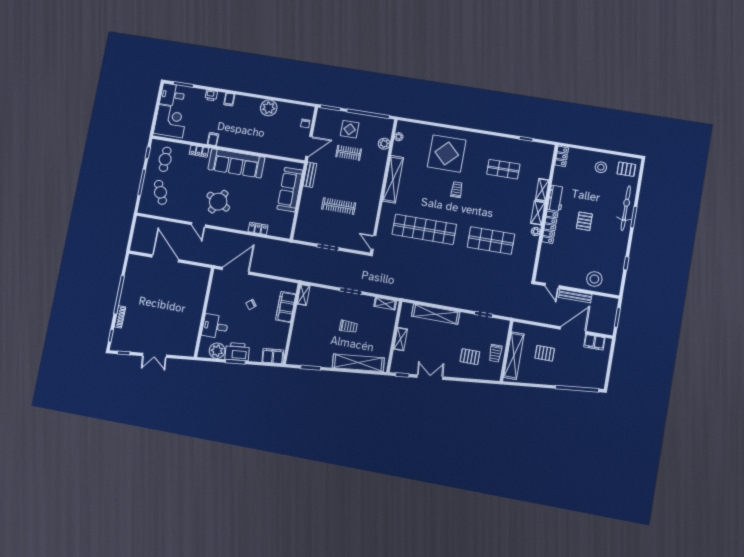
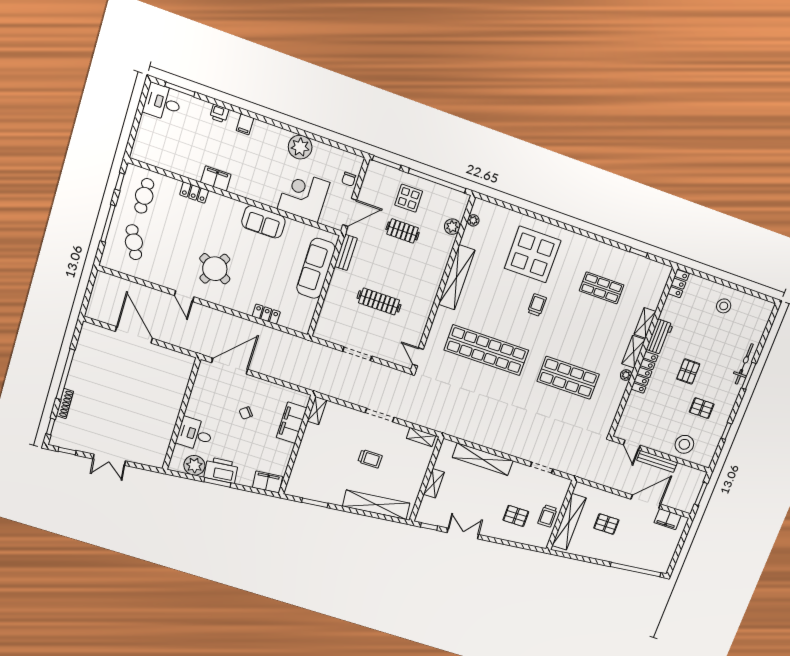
corner desk: (171, 121) -> (303, 196), moved, turned -90
filing cabinet: (213, 139) -> (216, 178), width x2.00
sofa: (236, 163) -> (263, 222), width x0.54, depth x0.79
pallet: (626, 169) -> (702, 408), moved
bicycle: (626, 208) -> (744, 364), width x0.73, depth x0.71

